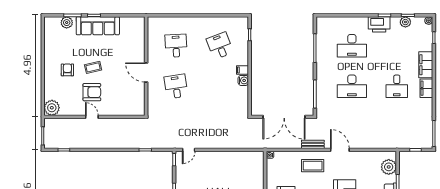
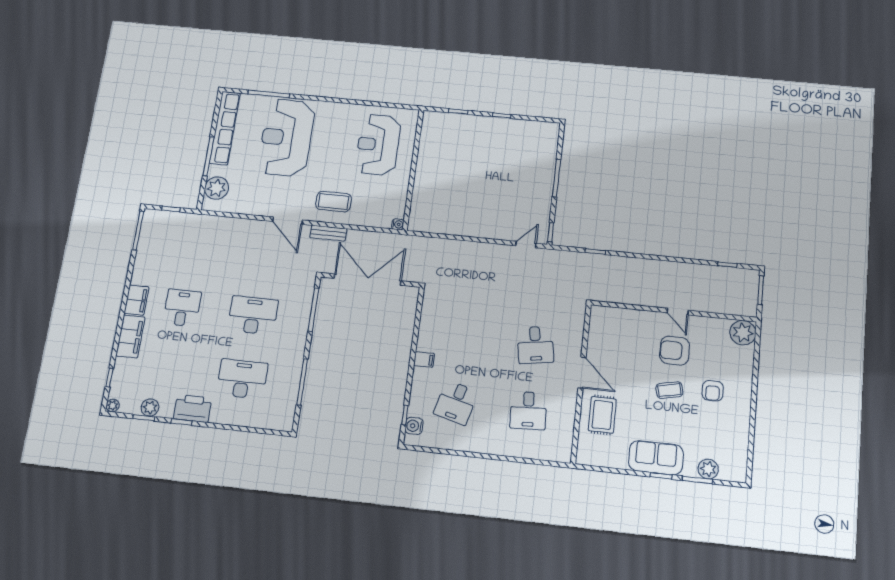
sofa: (98, 26) -> (656, 458), width x0.73
desk: (220, 46) -> (456, 403), turned 36
rug: (132, 48) -> (602, 415), added
water cooler: (243, 80) -> (414, 426), moved

